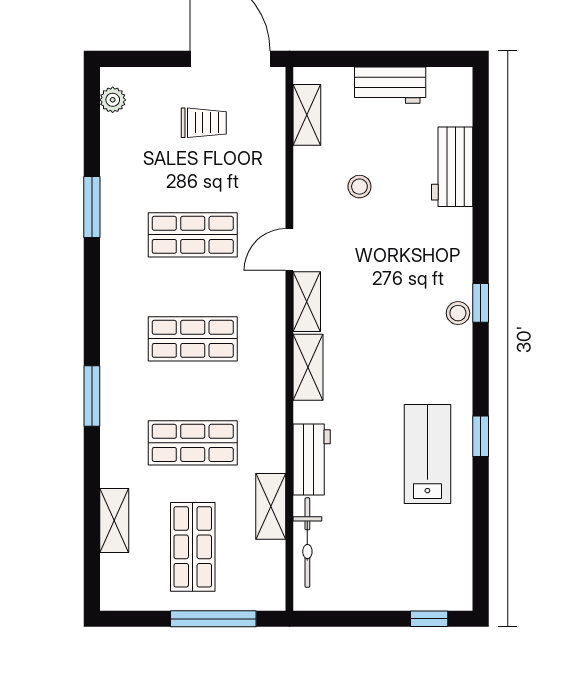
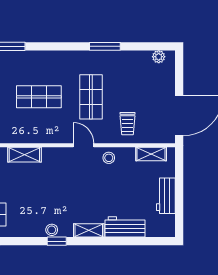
trolley: (204, 123) -> (127, 124), moved
stool: (359, 187) -> (109, 158), moved
shelving: (307, 302) -> (89, 230), moved
shop shelf: (193, 339) -> (39, 97), turned 90

